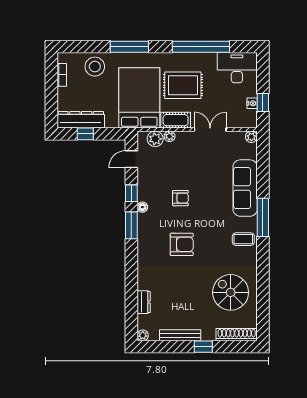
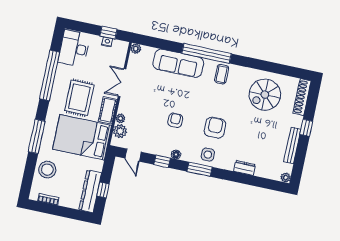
window: (263, 217) -> (207, 53), width x1.46
window: (131, 225) -> (200, 169), moved
side table: (150, 243) -> (208, 155), added
dresser: (144, 302) -> (245, 168), moved

